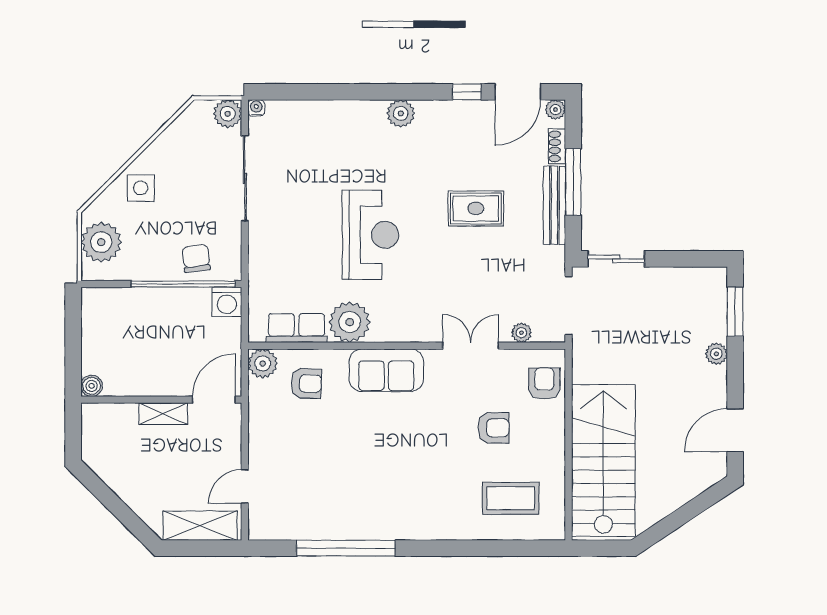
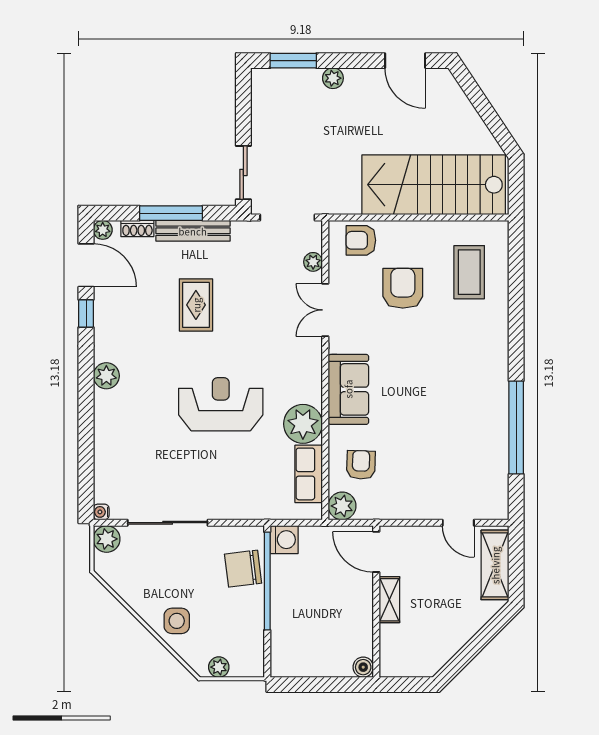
plant: (101, 242) -> (219, 667), width x0.53, depth x0.53
chair: (196, 258) -> (243, 569), width x1.37, depth x1.37
armchair: (493, 428) -> (403, 288), width x1.38, depth x1.38

